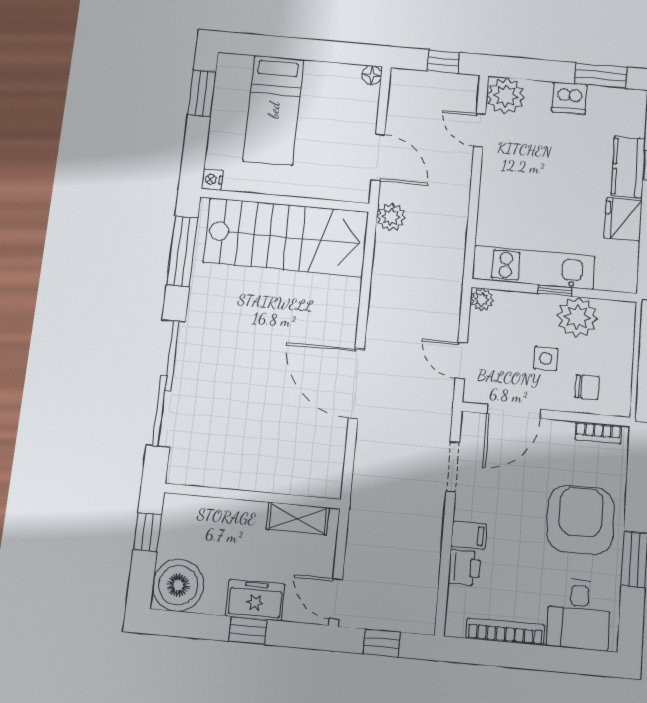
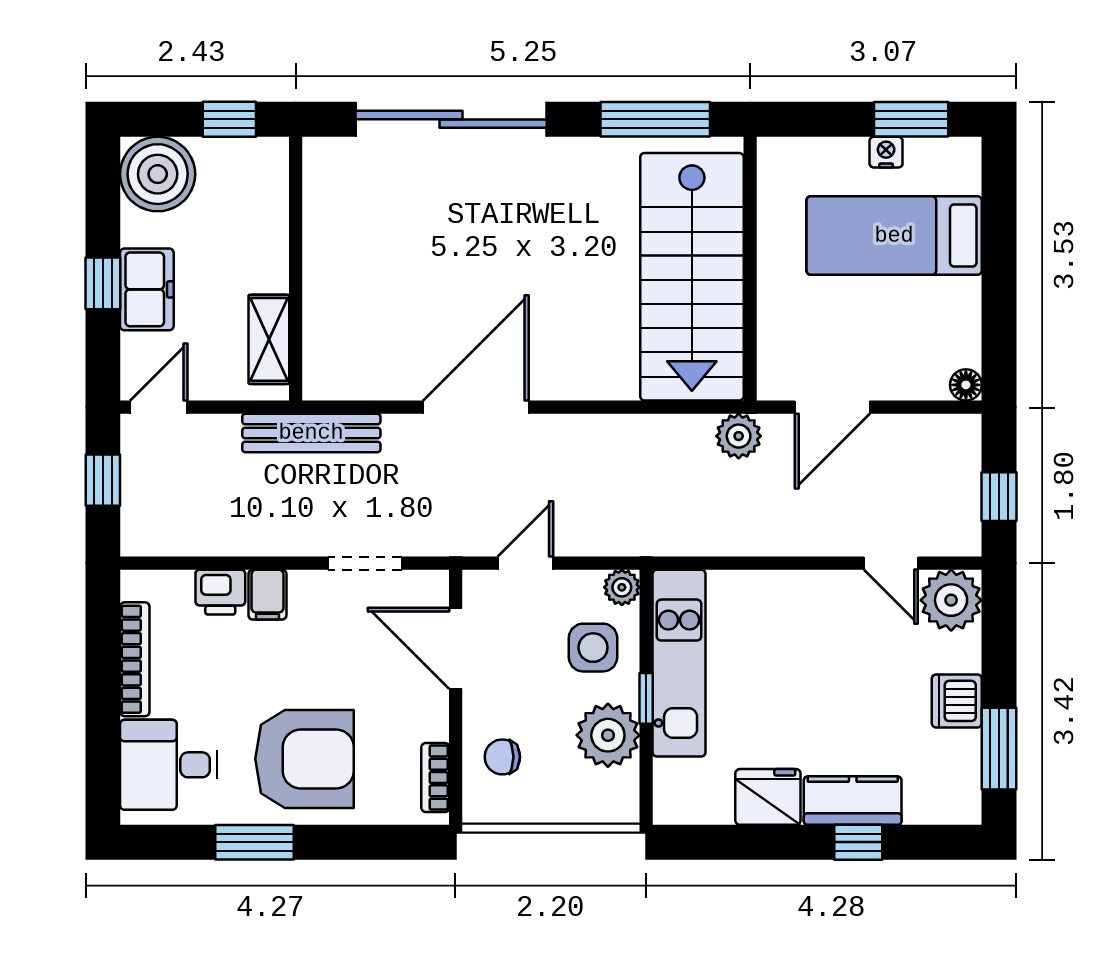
door: (480, 130) -> (891, 563), swing flipped
nightstand: (212, 179) -> (886, 152), moved
side table: (546, 359) -> (593, 648), moved, width x1.37, depth x1.37
chair: (587, 387) -> (502, 757), turned 90
bench: (363, 495) -> (311, 433), added

